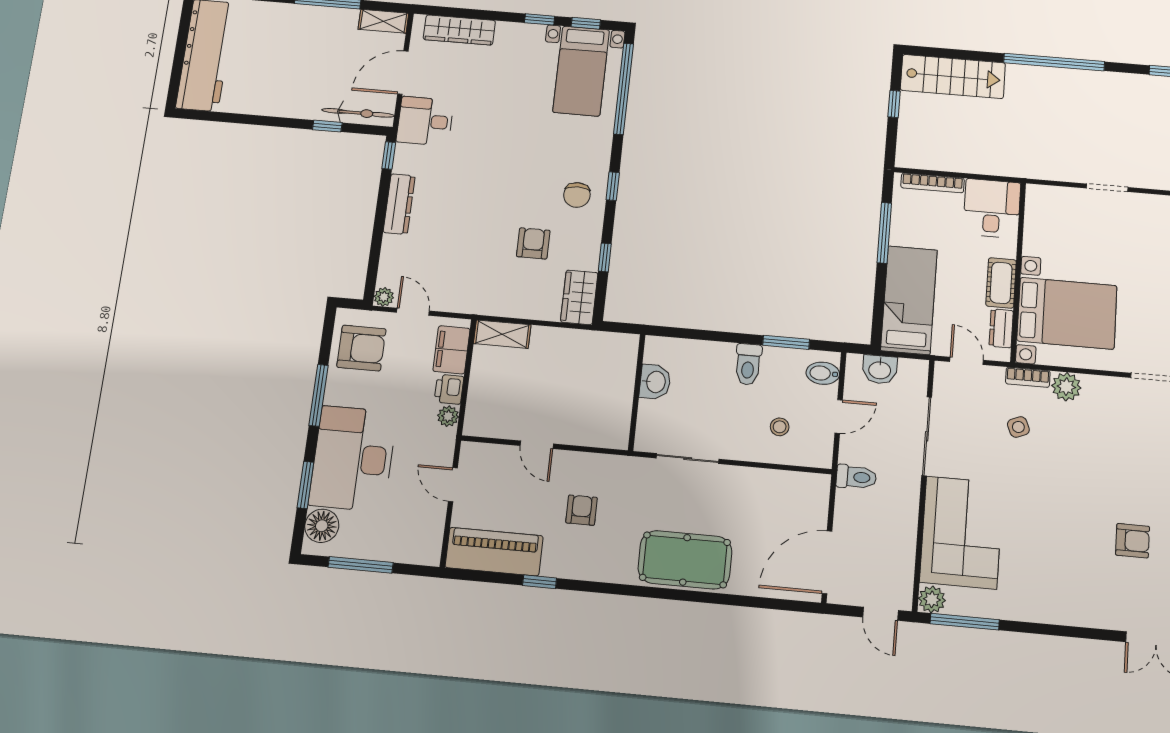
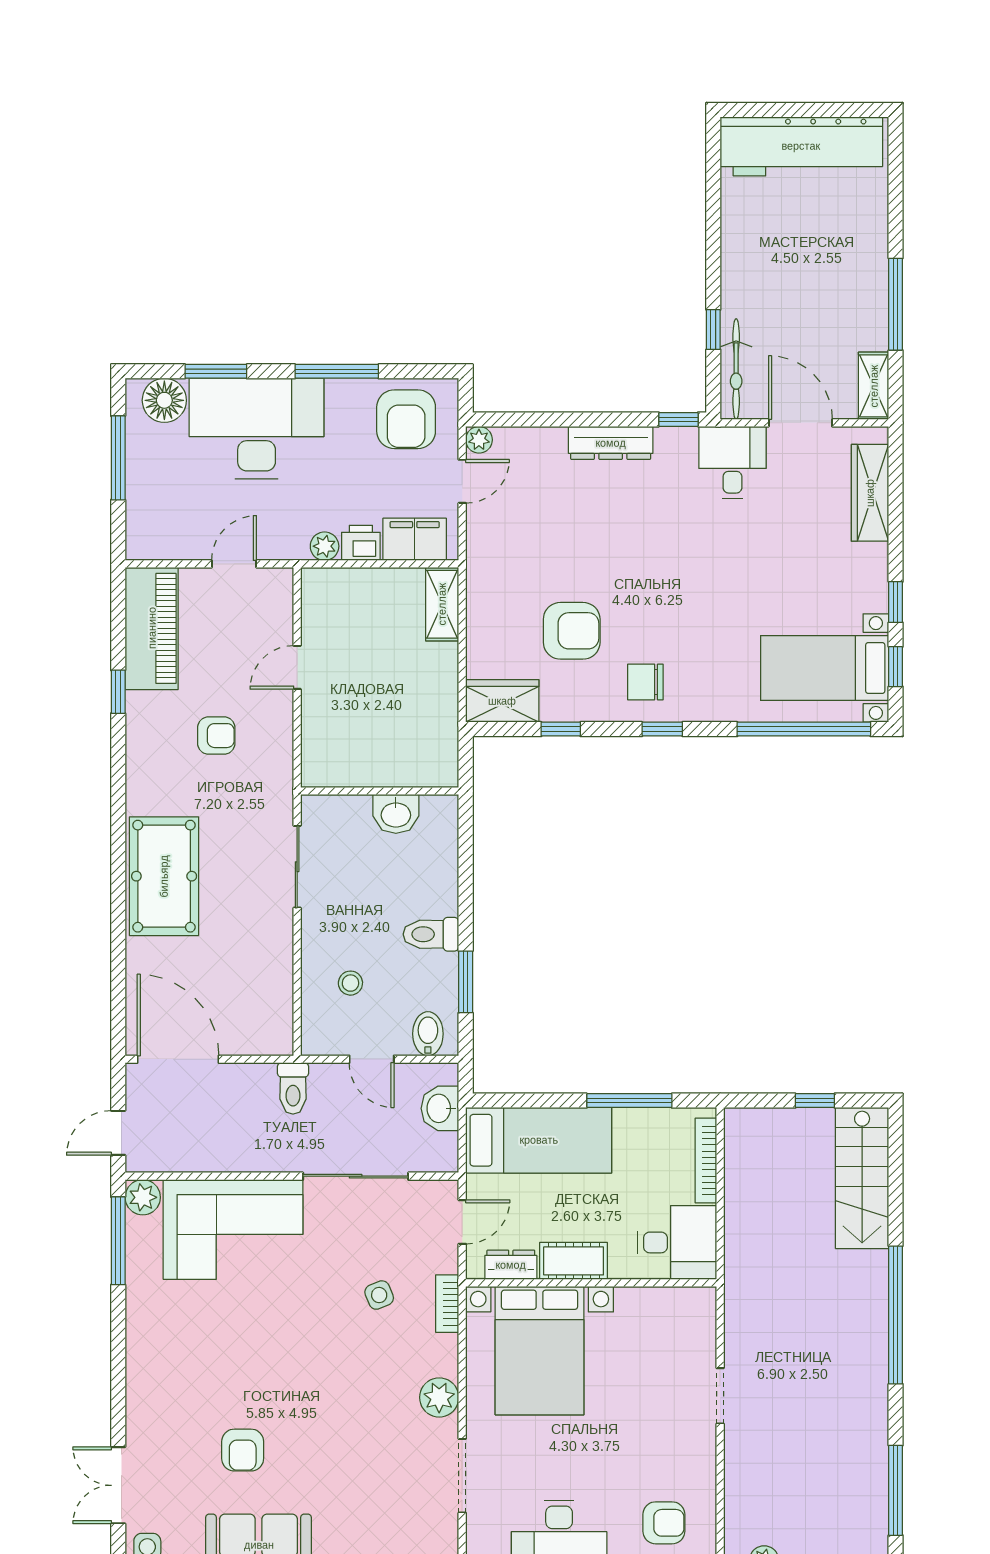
armchair: (533, 243) -> (572, 631), width x1.38, depth x1.38
plant: (1066, 387) -> (439, 1397), moved

